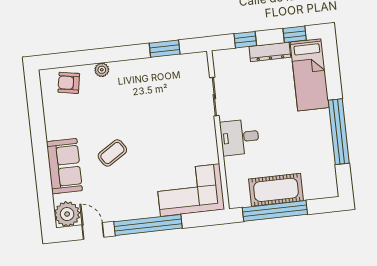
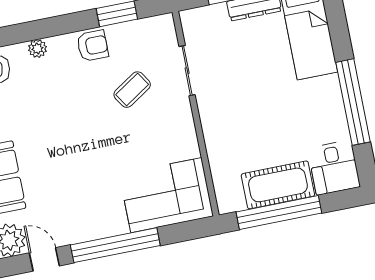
armchair: (144, 71) -> (93, 46), added
desk: (240, 137) -> (334, 168), moved, turned -90
coffee table: (112, 153) -> (132, 90), moved

